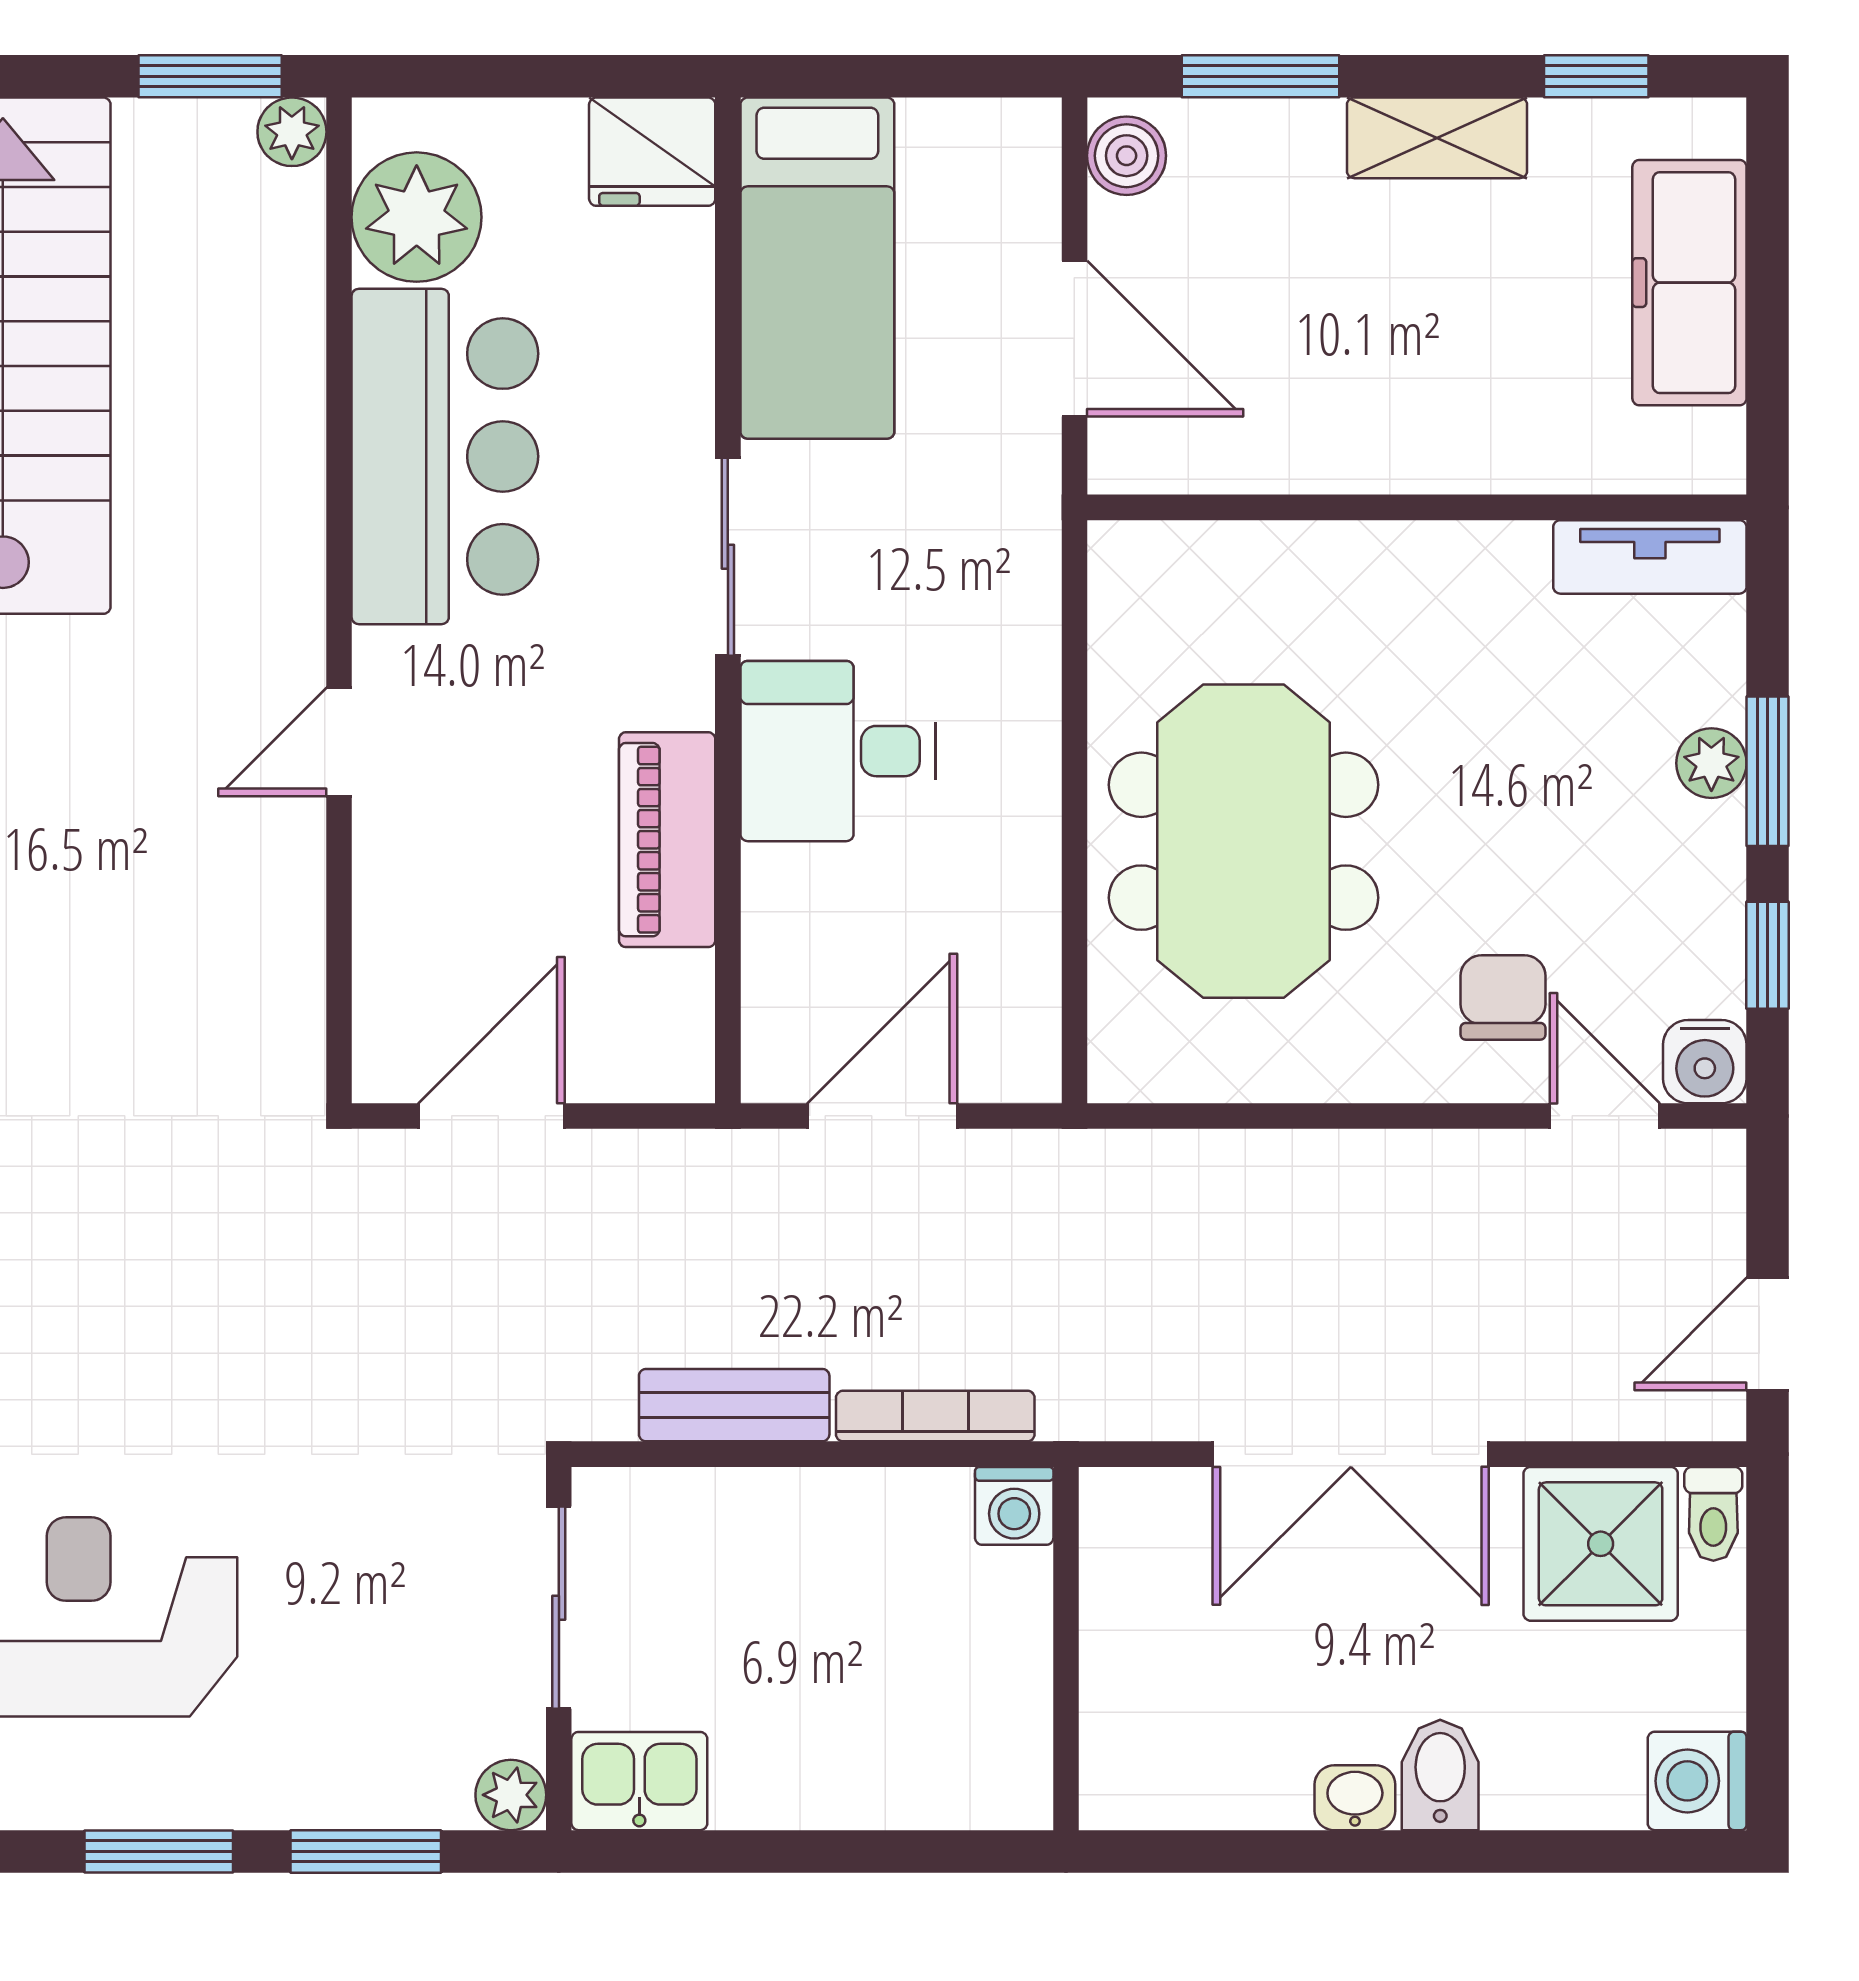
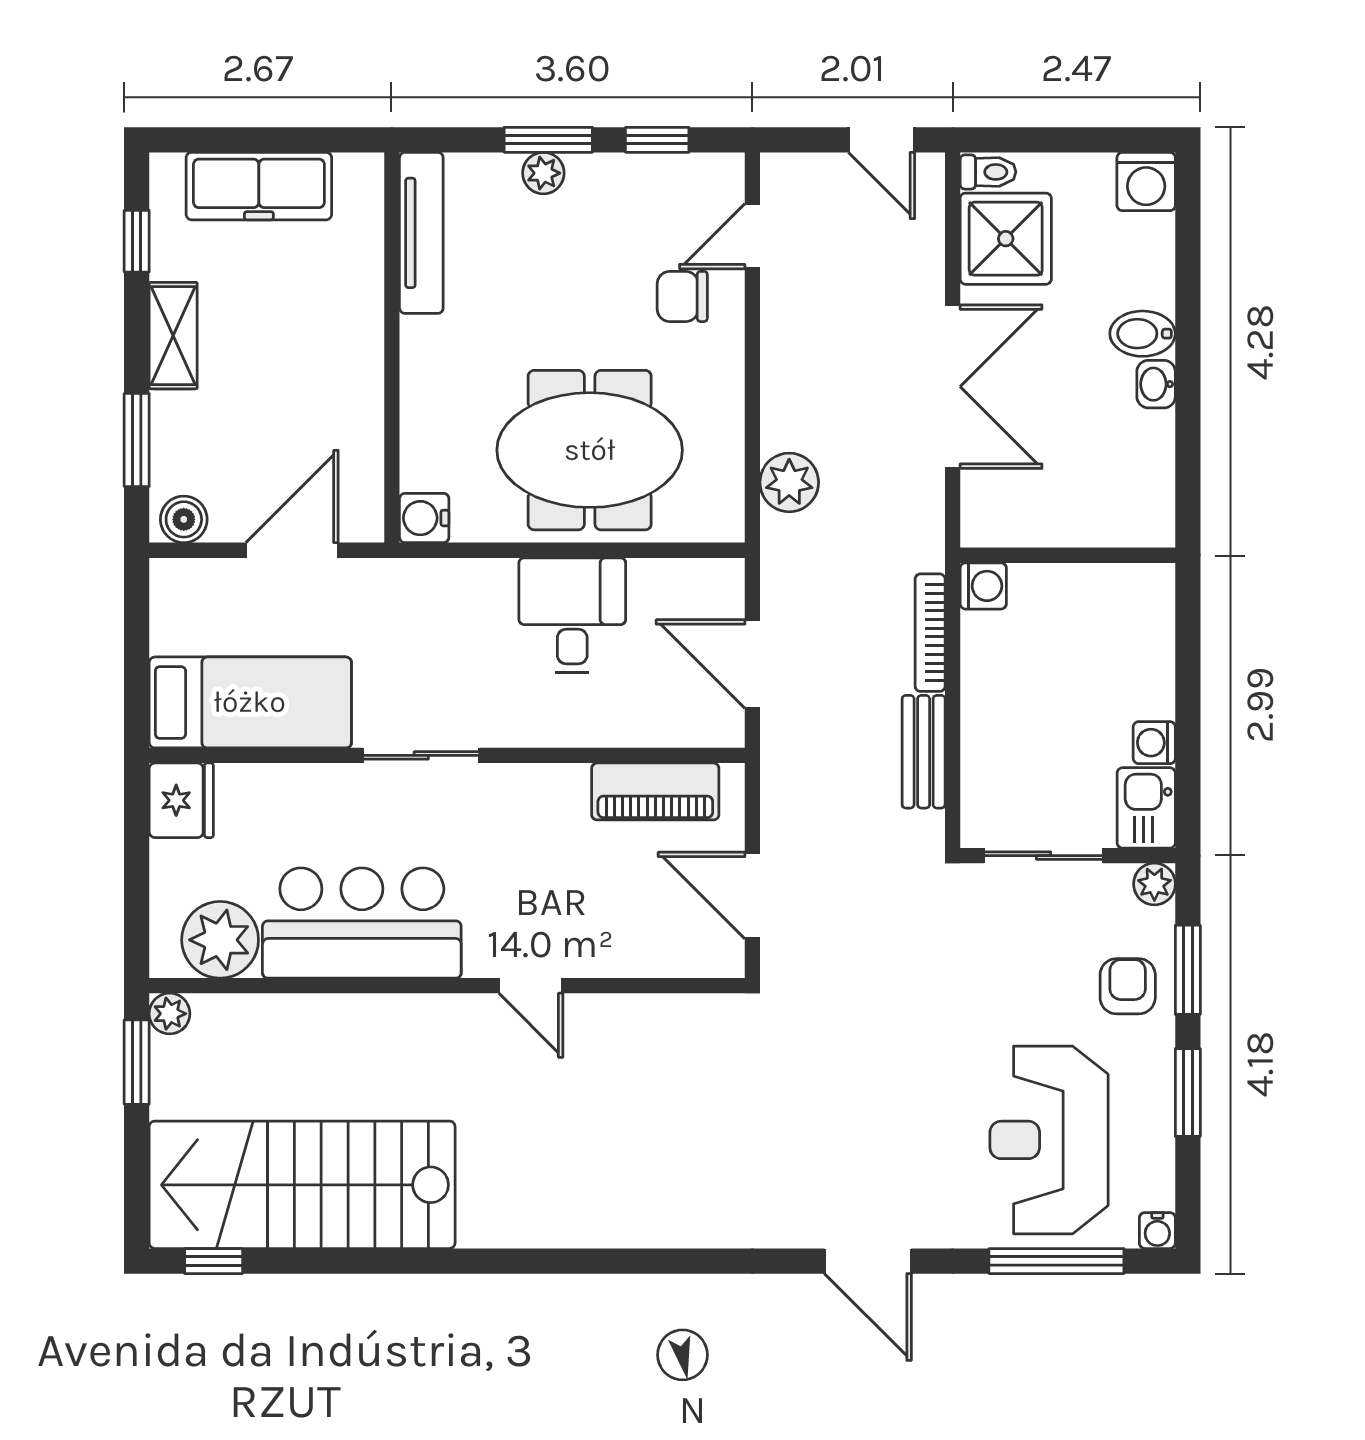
tv unit: (1650, 557) -> (421, 233), width x1.41
desk: (838, 751) -> (572, 615), moved, turned 180
piano: (667, 840) -> (655, 791), moved
water cooler: (1705, 1062) -> (424, 518), moved, turned 180
plant: (1189, 1178) -> (789, 482), added
armchair: (338, 1750) -> (1128, 986), added
washing machine: (750, 1795) -> (1154, 743), added

